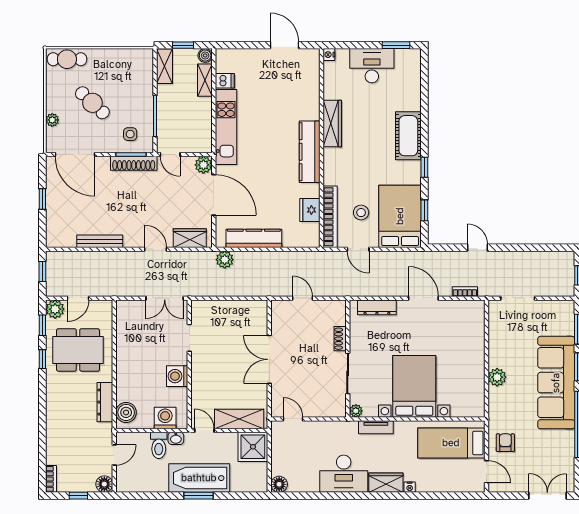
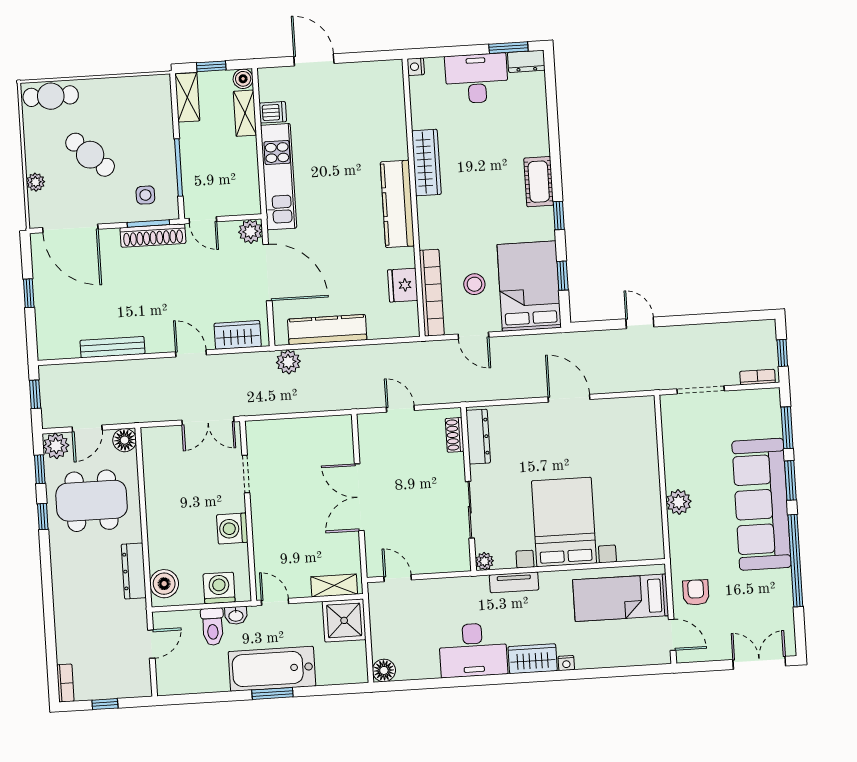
door: (284, 45) -> (314, 60), moved
dresser: (408, 56) -> (526, 61), added
cot: (408, 136) -> (539, 182), width x0.73, depth x0.75
bookcase: (465, 292) -> (758, 377), moved
dresser: (377, 307) -> (478, 437), moved, turned -90
shoe rack: (340, 339) -> (455, 435), moved
shelving: (239, 419) -> (334, 586), width x0.67, depth x0.75
floor lamp: (104, 484) -> (125, 440), moved

